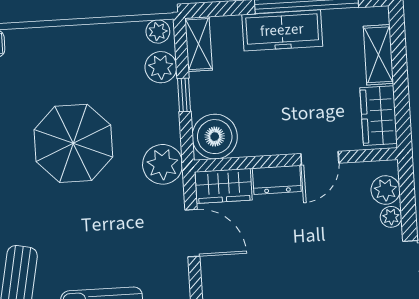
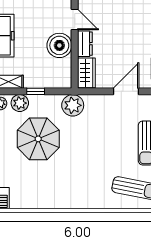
boiler: (215, 137) -> (59, 45), moved
parasol: (73, 143) -> (38, 139), moved
door: (192, 233) -> (126, 91), moved

